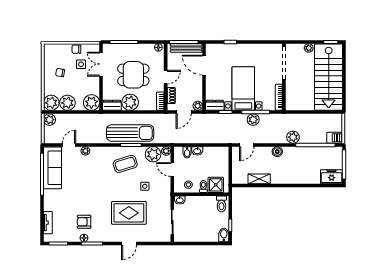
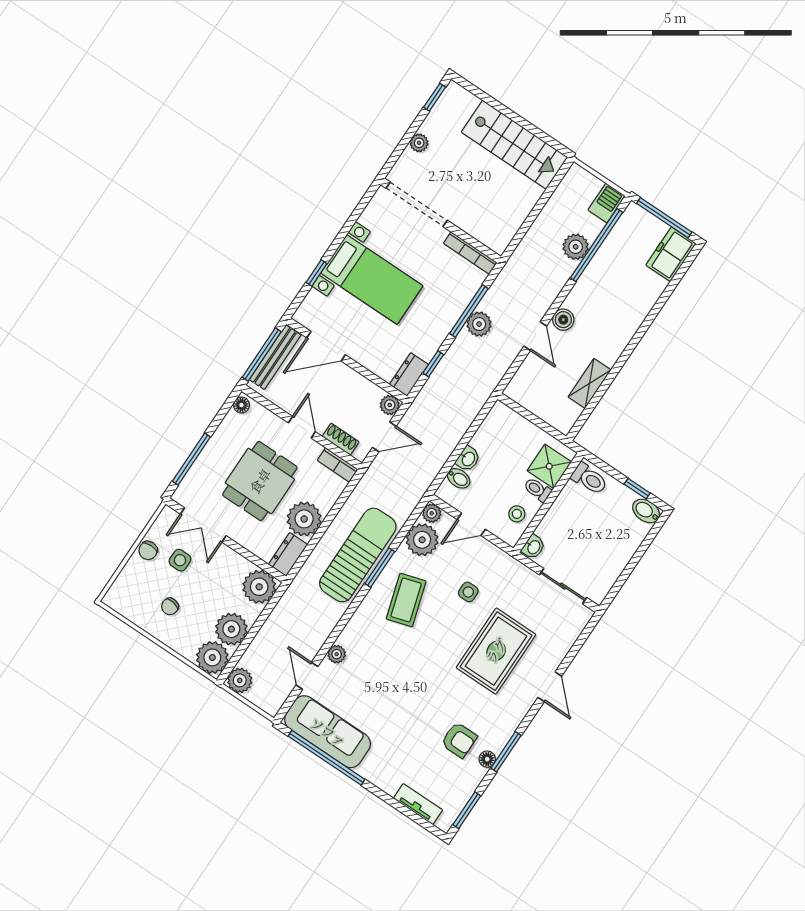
stairs: (329, 77) -> (514, 145), width x0.73, depth x0.66
bed with nightstands: (243, 89) -> (372, 280), moved, turned 180
door: (184, 112) -> (384, 437), hinge flipped
plant: (293, 137) -> (576, 247), moved
door: (247, 145) -> (535, 336), moved
armchair: (84, 222) -> (459, 740), turned -90

